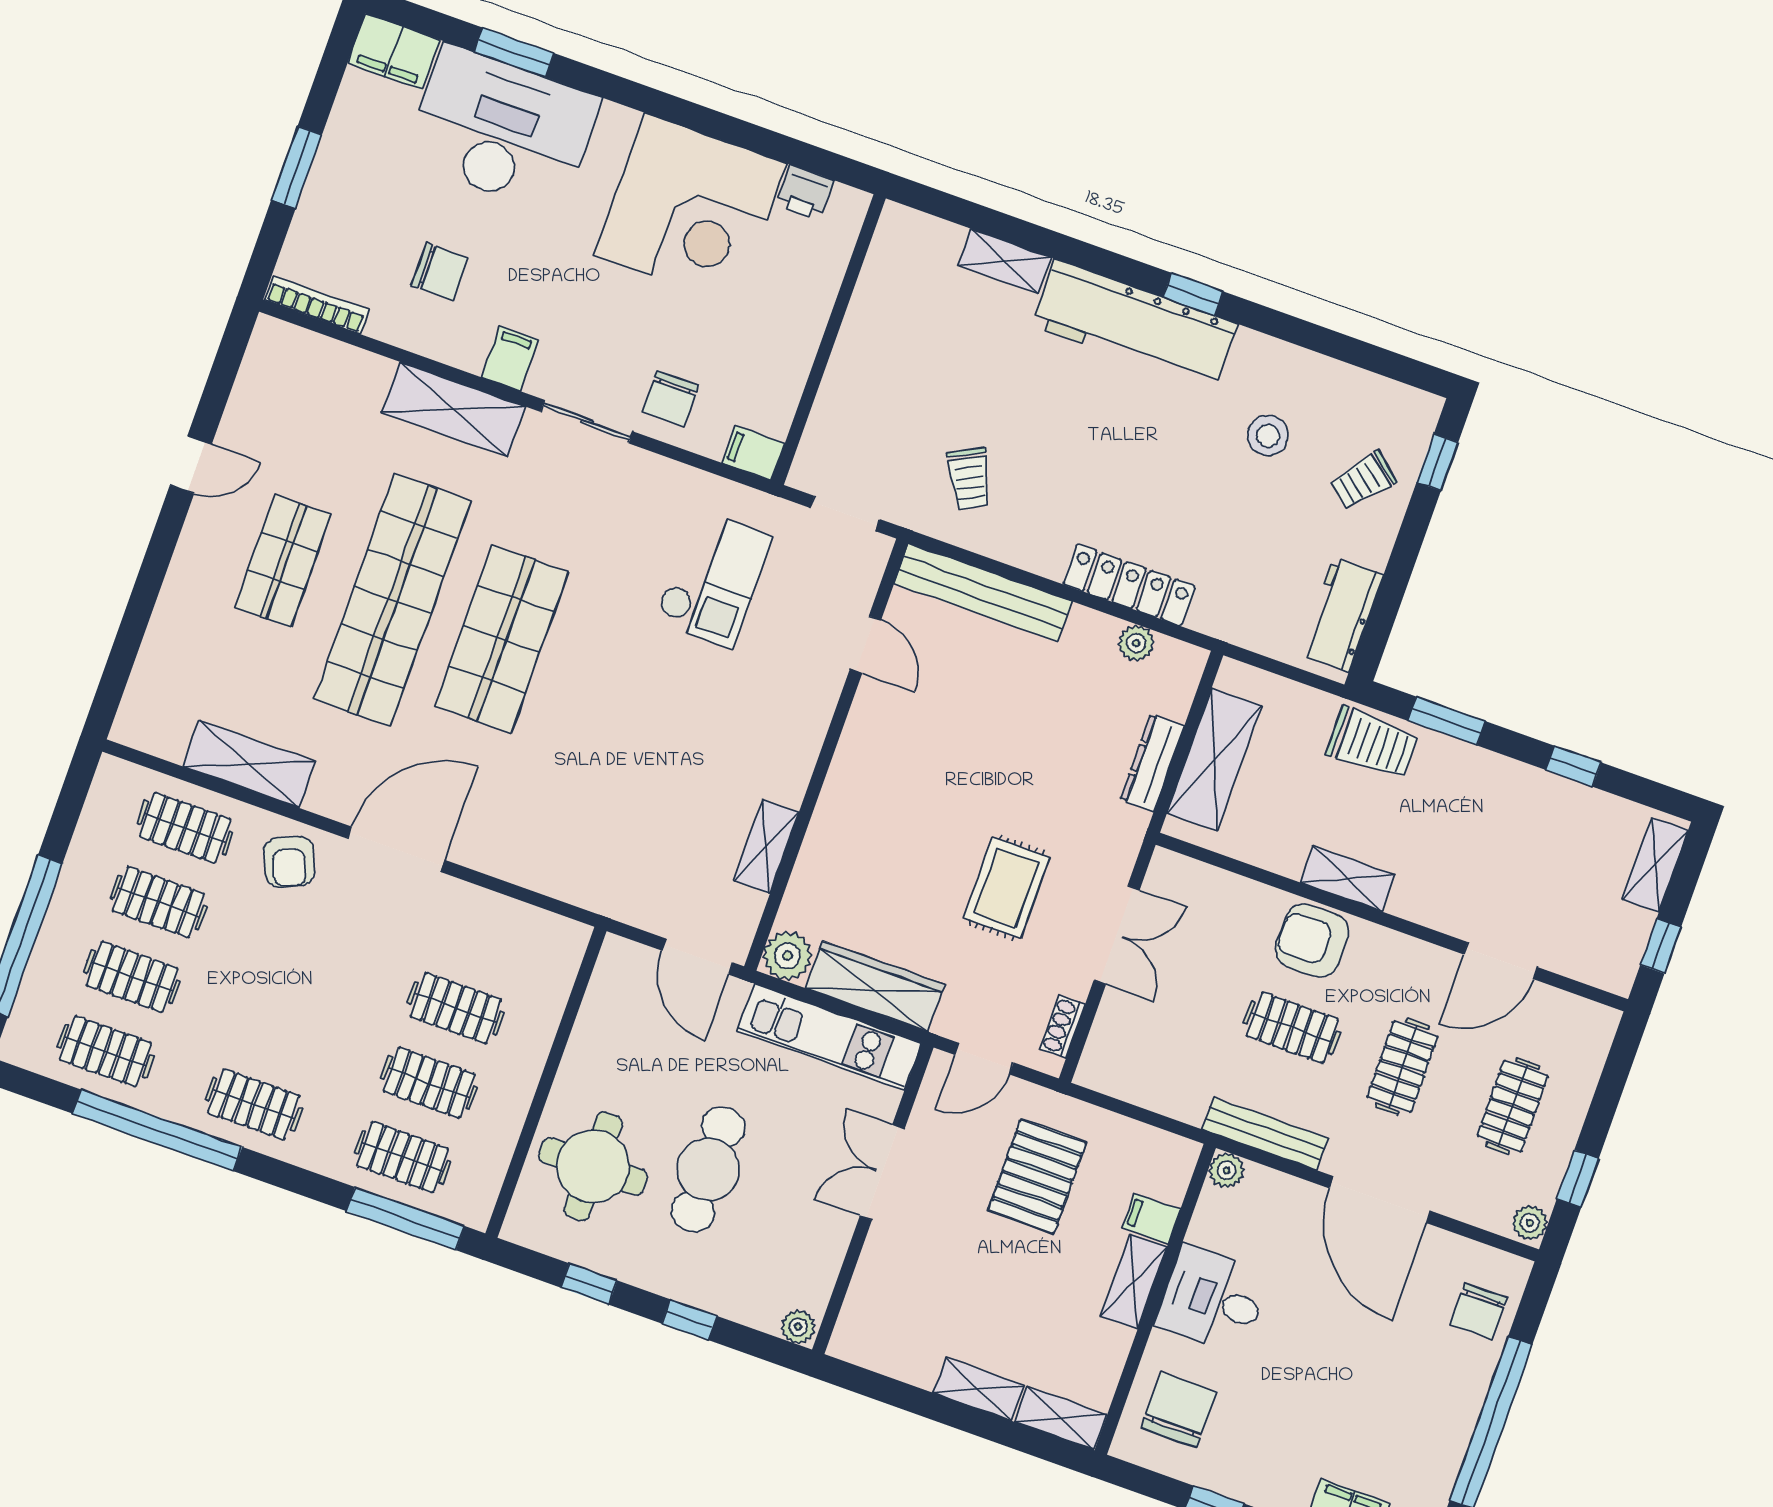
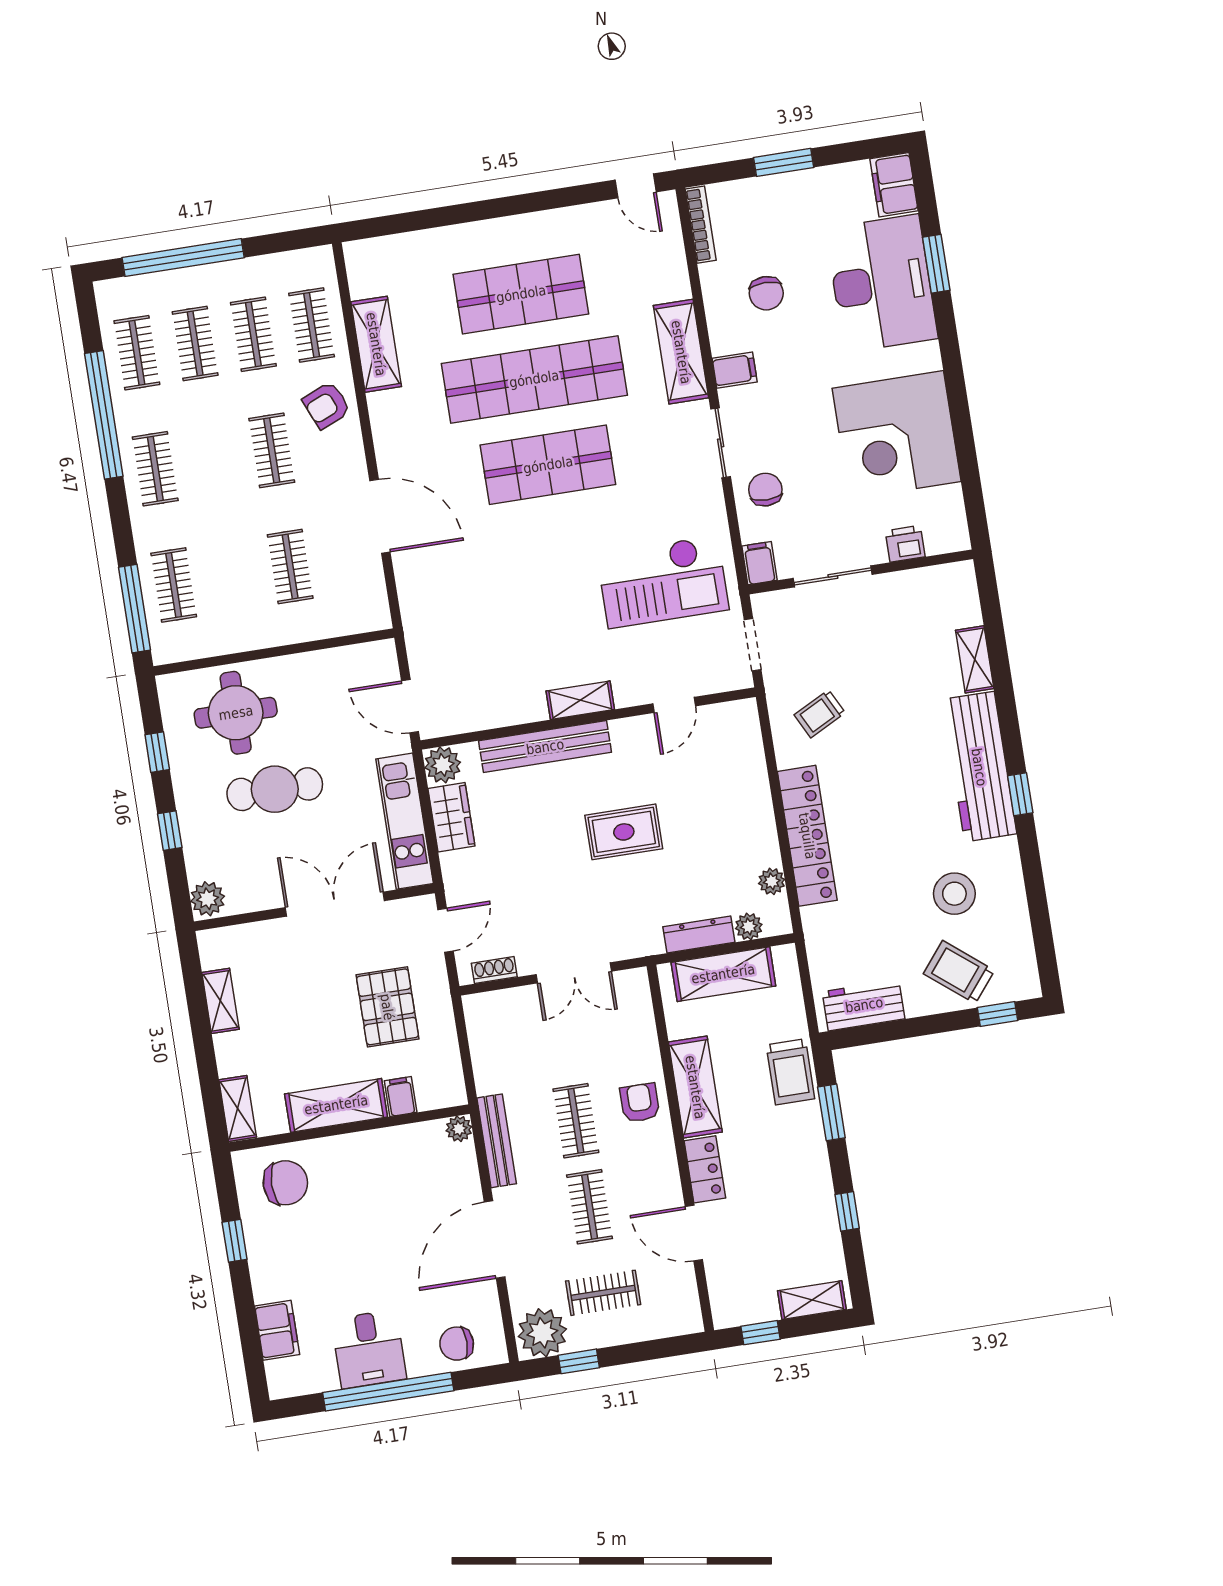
printer: (805, 193) -> (905, 544), moved, turned 90
sliding door: (816, 375) -> (833, 576), added
chair: (670, 399) -> (765, 490), turned 90
stool: (1268, 436) -> (954, 894), width x1.38, depth x1.38
door: (191, 465) -> (636, 186), moved
trolley: (1363, 481) -> (959, 972), width x1.36, depth x1.39
shop shelf: (283, 561) -> (521, 294), width x1.43, depth x1.36
checkout: (713, 579) -> (663, 582), width x1.36, depth x1.21
locker: (1129, 585) -> (807, 836), width x1.41, depth x1.21
bench: (983, 592) -> (545, 747), moved, turned 90
plant: (1175, 699) -> (749, 927), added
shelving: (766, 847) -> (580, 700), moved
door: (396, 849) -> (380, 516), moved
shelving: (1348, 879) -> (695, 1087), width x1.50, depth x1.33
rug: (1006, 888) -> (624, 832), moved
locker: (1432, 907) -> (705, 1169), added
armchair: (1312, 941) -> (640, 1103), width x0.72, depth x0.72
door: (697, 957) -> (410, 706), hinge flipped
wardrobe: (875, 986) -> (451, 817), width x0.67
door: (984, 1059) -> (446, 930), swing flipped
clothes rail: (1402, 1067) -> (590, 1207), turned 90
clothes rail: (429, 1083) -> (272, 450), moved
double door: (882, 1172) -> (335, 904), width x1.37
pallet: (1037, 1176) -> (387, 1007), turned 90
plant: (1530, 1223) -> (542, 1333), width x1.88, depth x1.88
shelving: (1134, 1282) -> (336, 1105), width x1.50, depth x1.33
desk: (1213, 1299) -> (369, 1349), moved, turned 180
plant: (798, 1327) -> (208, 899), width x1.38, depth x1.38
shelving: (978, 1389) -> (220, 1001), moved

